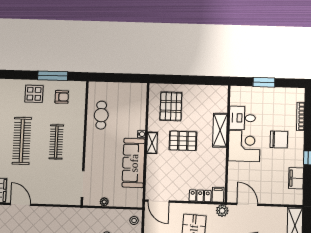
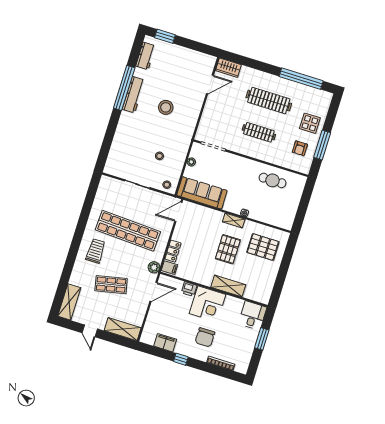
desk: (242, 118) -> (253, 315), moved
sofa: (134, 163) -> (202, 193), moved
printer: (234, 169) -> (189, 289), added

